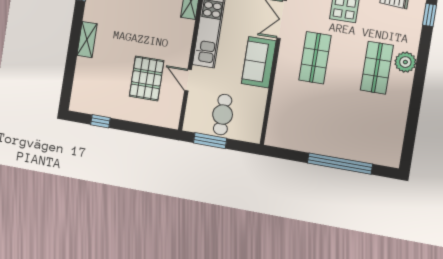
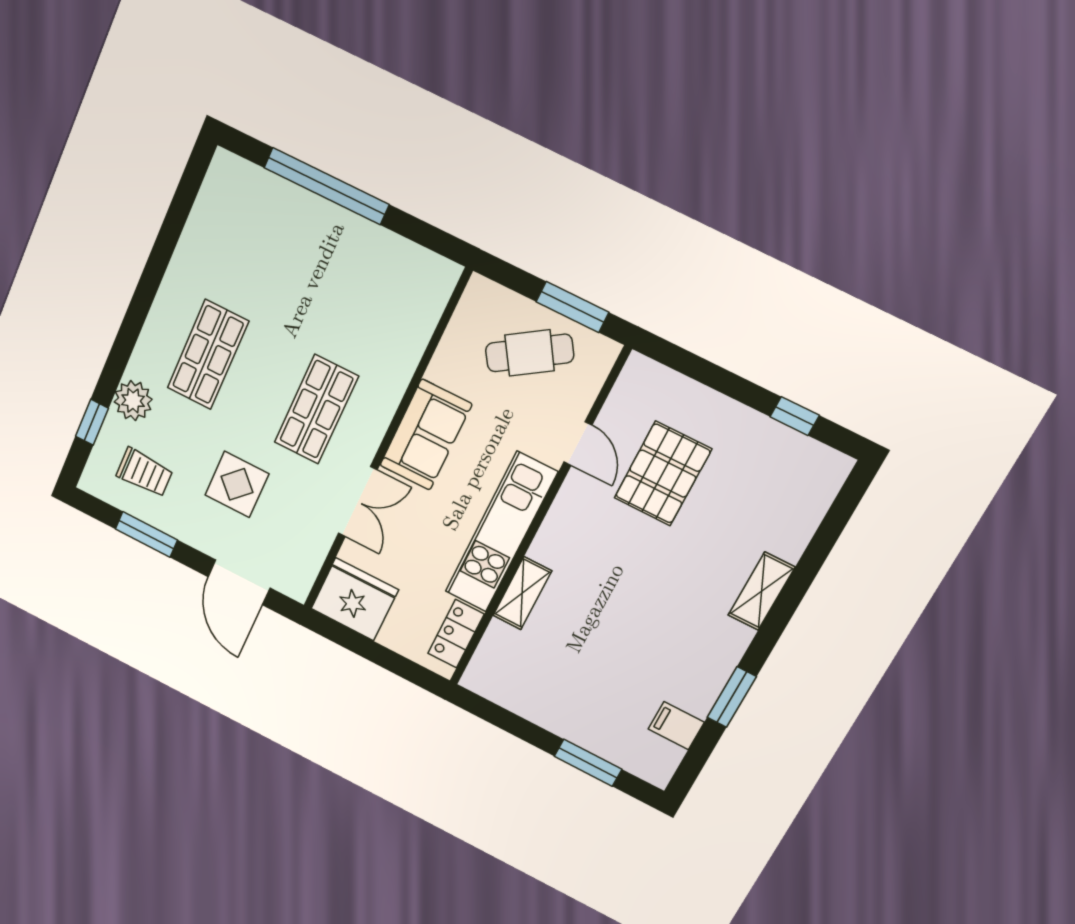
plant: (405, 62) -> (133, 401), moved
cafe table: (223, 115) -> (530, 353), turned 57

